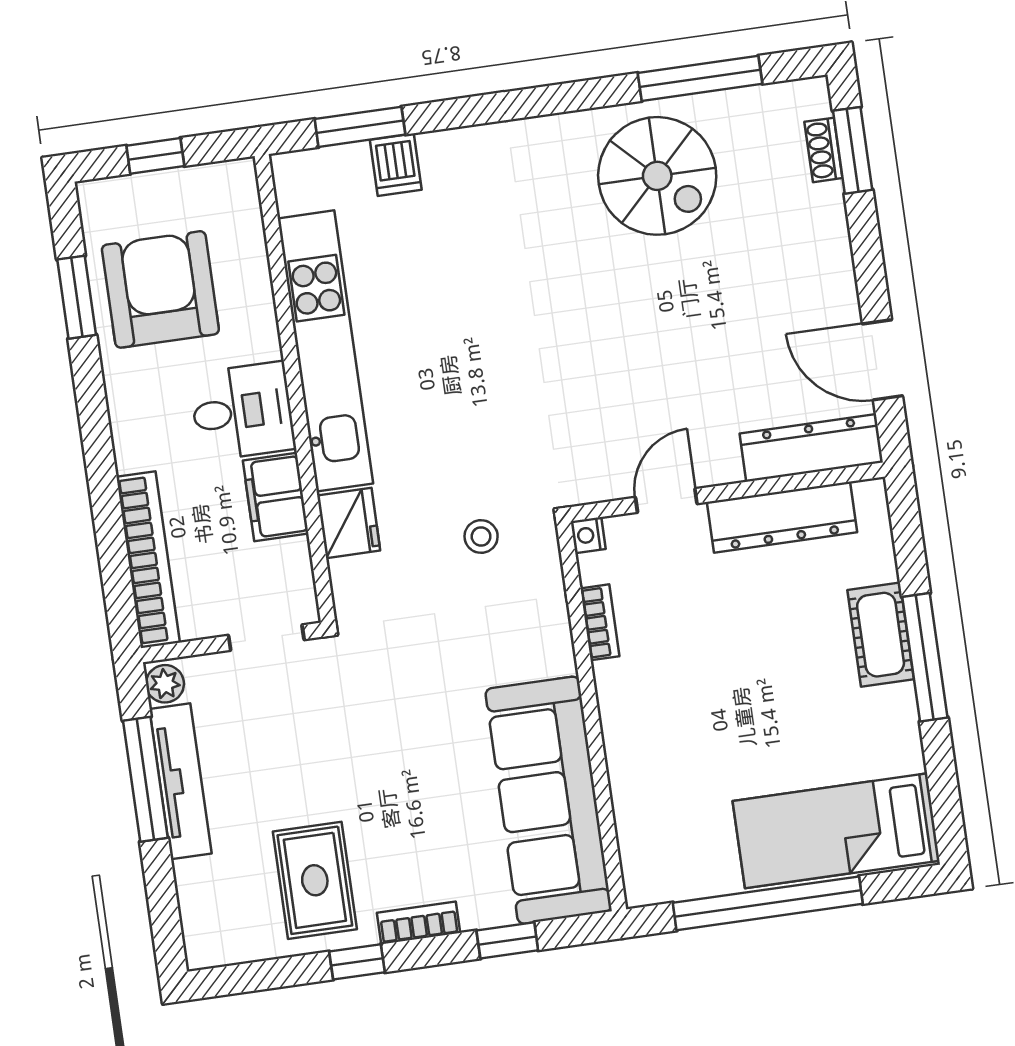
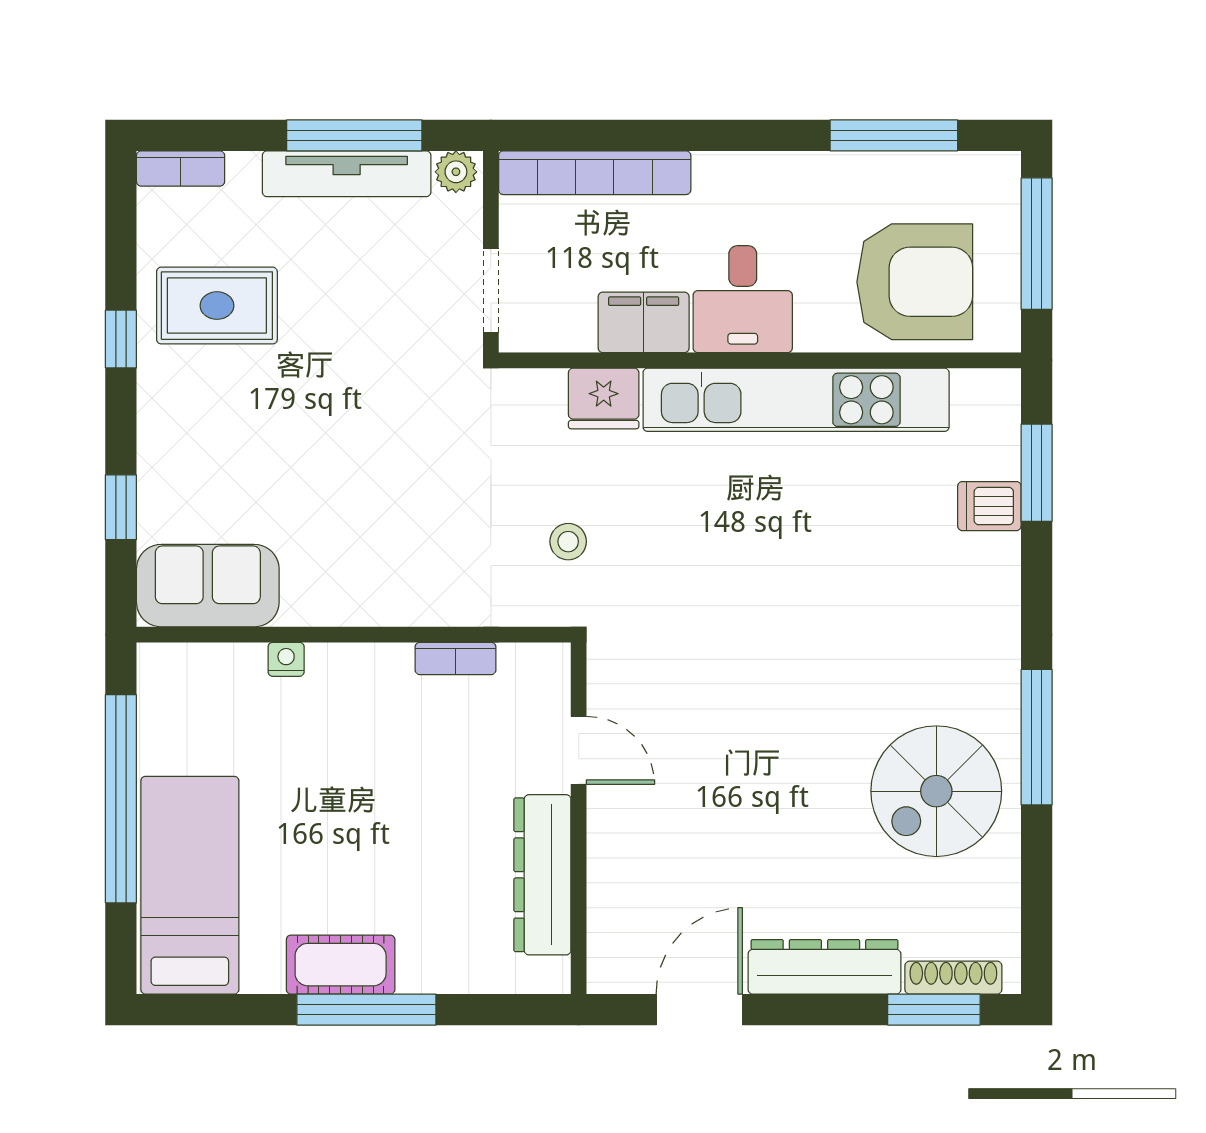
window: (700, 78) -> (1037, 737), moved
shoe rack: (823, 150) -> (953, 978), width x1.43
window: (155, 156) -> (1037, 244), width x2.17
armchair: (160, 289) -> (915, 282), moved
window: (77, 297) -> (894, 135), width x1.44
dresser: (811, 448) -> (824, 967), moved, turned -90
nightstand: (588, 535) -> (286, 659), moved
cot: (881, 635) -> (341, 965), moved
sofa: (548, 800) -> (208, 586), width x0.54, depth x0.79
bookcase: (419, 923) -> (181, 169), moved, turned 90

